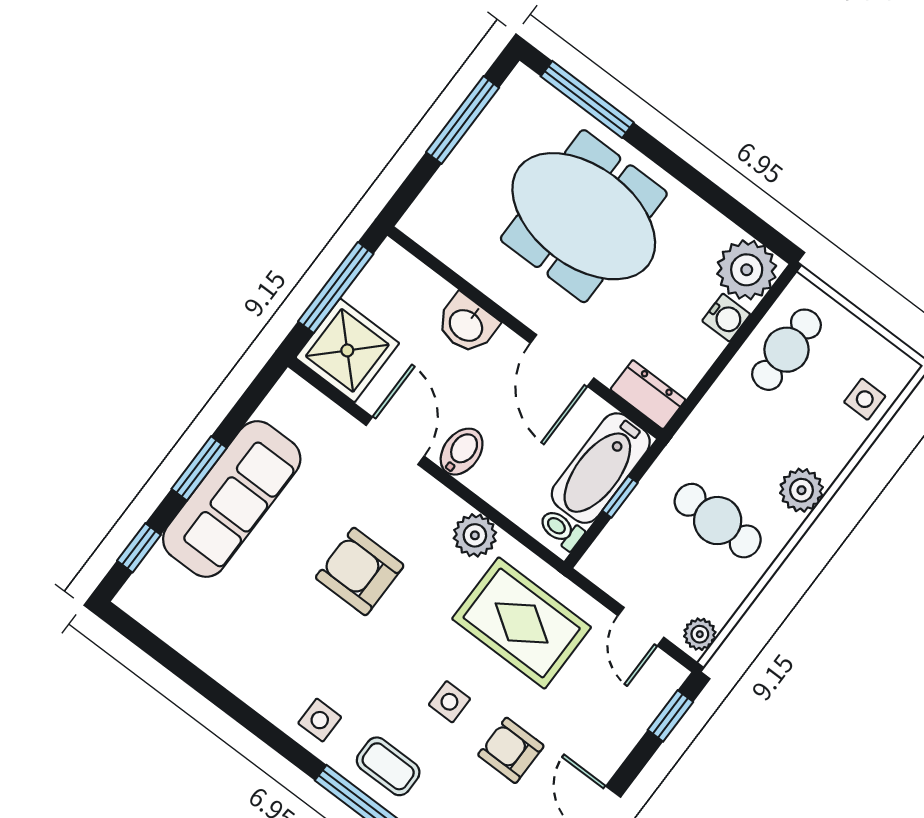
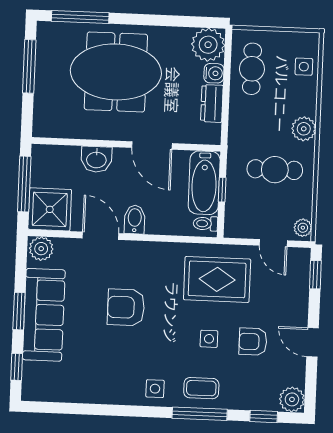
dresser: (648, 395) -> (212, 103), moved, turned -90
plant: (475, 535) -> (41, 249), moved

